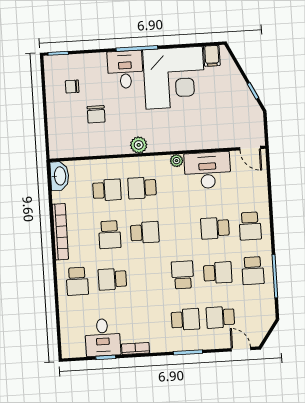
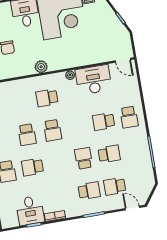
school desk: (107, 190) -> (21, 102), removed
school desk: (145, 232) -> (53, 130), turned 90
school desk: (253, 271) -> (135, 150), removed

